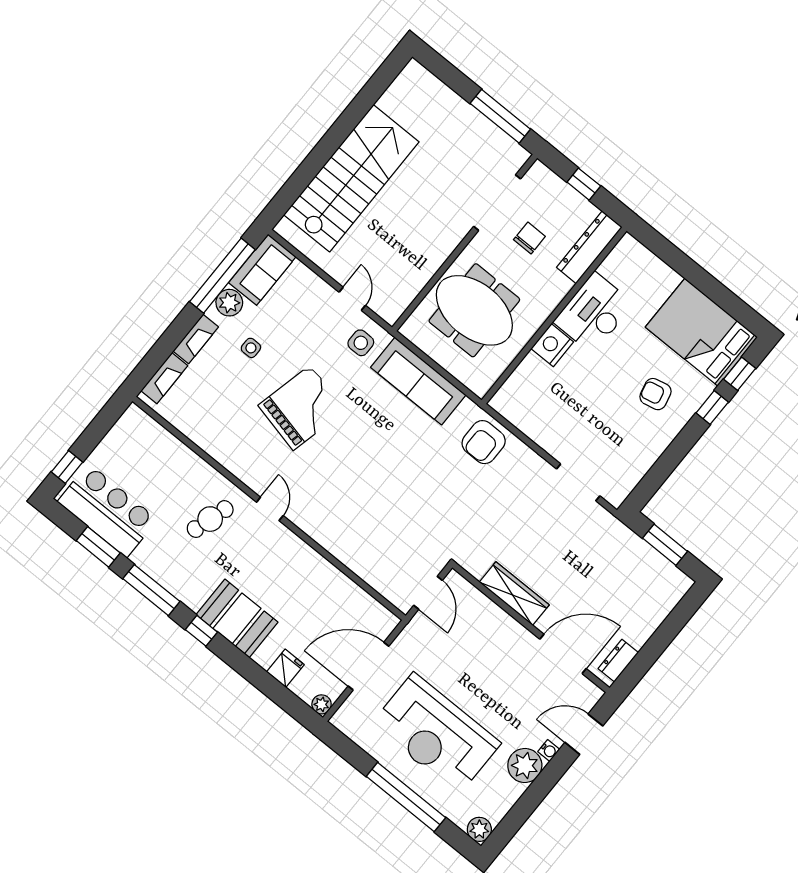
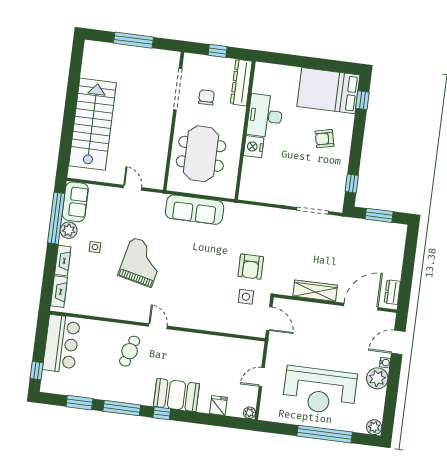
window: (500, 116) -> (133, 40), moved
meeting table: (474, 310) -> (201, 154), turned 90
side table: (361, 343) -> (246, 297), moved
window: (712, 408) -> (352, 184), moved
armchair: (484, 442) -> (251, 267), moved
bar counter: (108, 511) -> (61, 344), moved, turned 90
door: (368, 666) -> (262, 377), width x0.53

